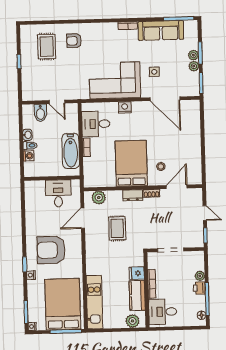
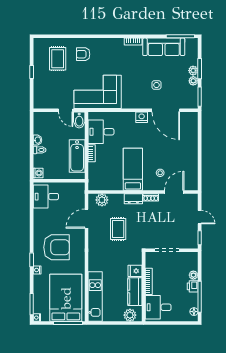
corner sofa: (115, 80) -> (98, 92), moved
nightstand: (125, 107) -> (142, 117), moved
bidet: (40, 113) -> (79, 120), moved
washing machine: (29, 156) -> (38, 173), moved
bed: (131, 163) -> (133, 169), width x0.67
desk: (58, 193) -> (46, 197), moved, turned -90
armchair: (51, 250) -> (57, 247), turned 180

